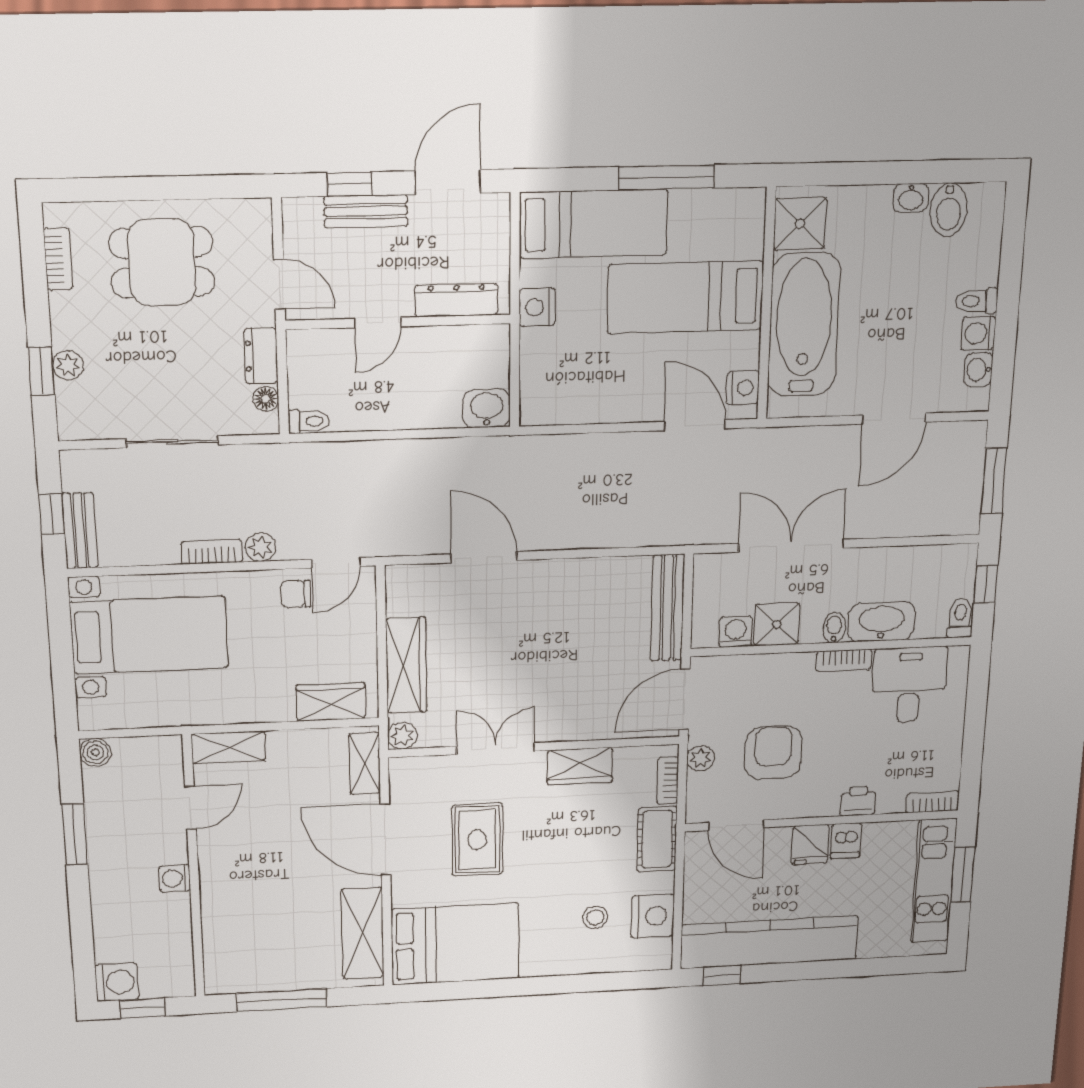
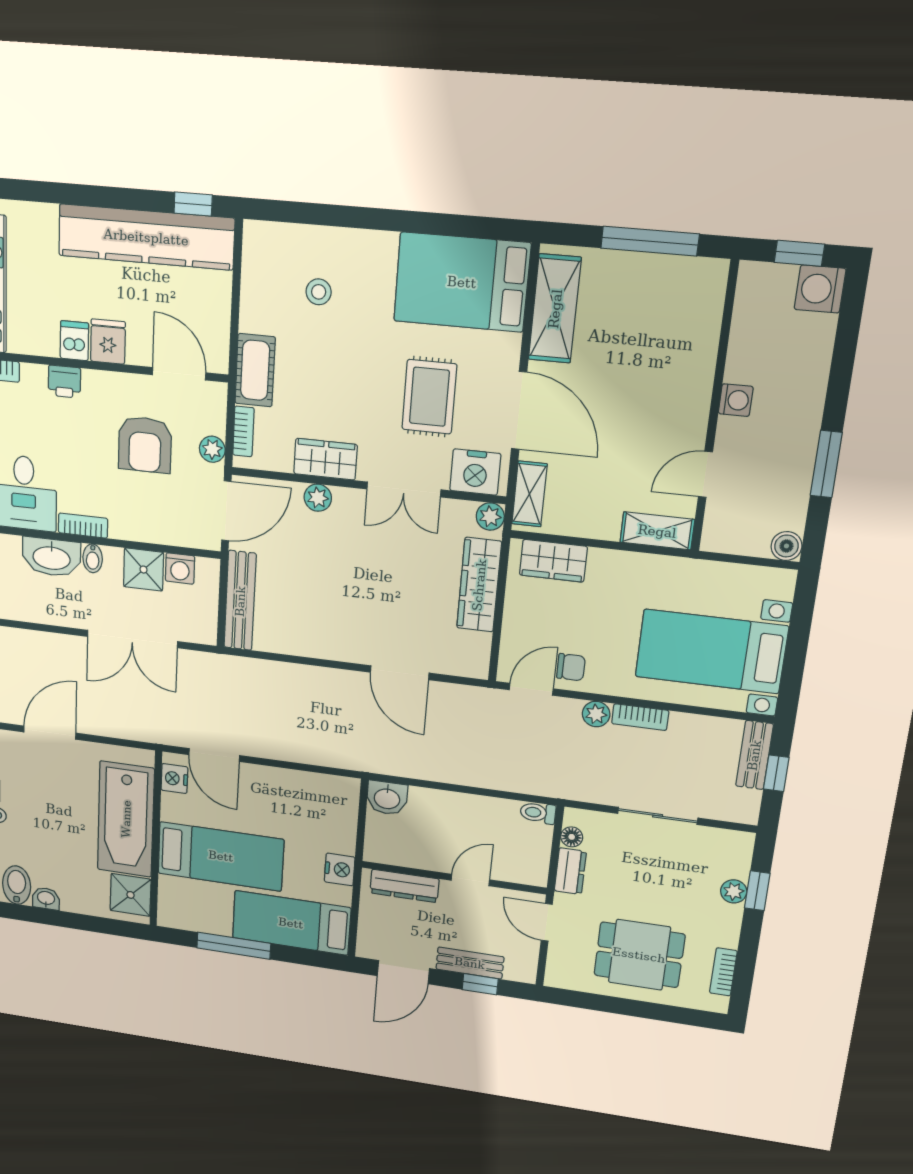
plant: (586, 727) -> (318, 498), added
nightstand: (653, 916) -> (475, 472), moved, turned -90

